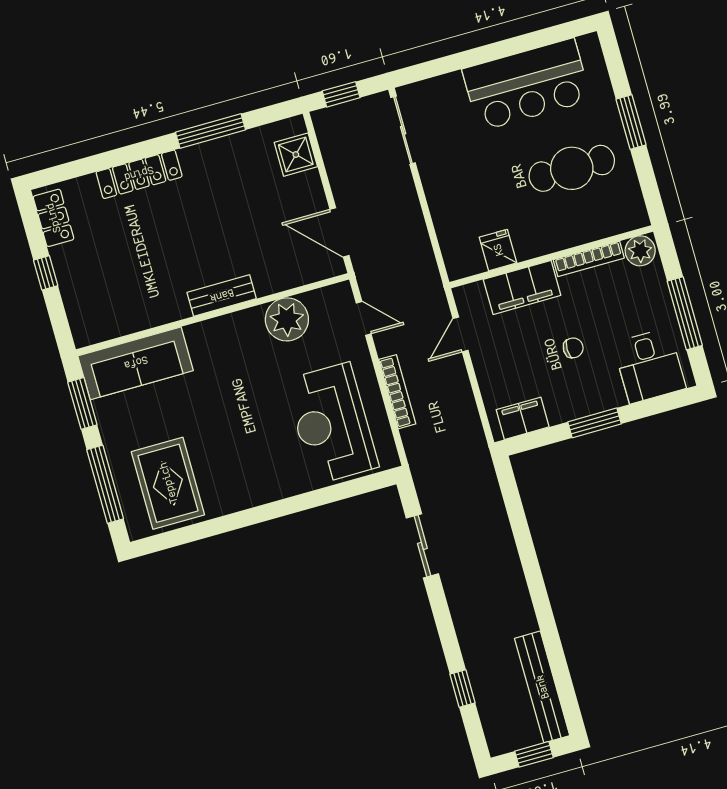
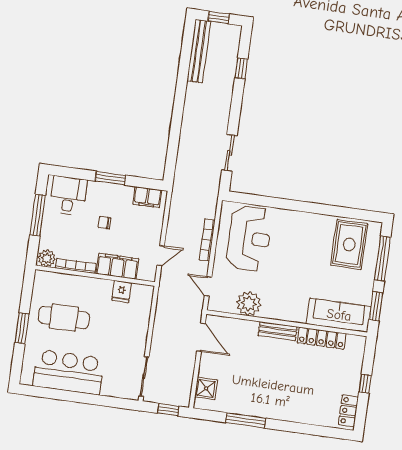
locker: (139, 174) -> (322, 338), moved, turned 180

